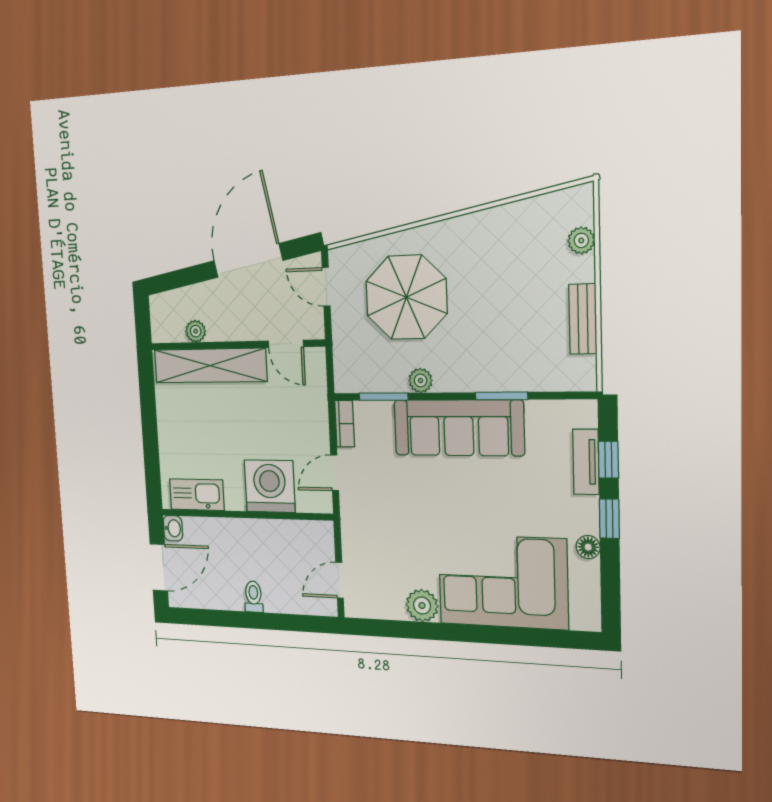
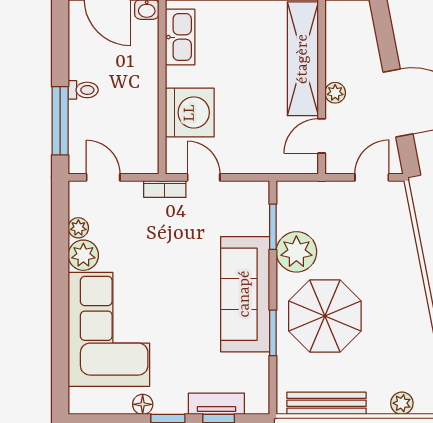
parasol: (406, 297) -> (325, 316), moved
bench: (583, 319) -> (326, 403), width x1.36
plant: (196, 331) -> (335, 93), moved
plant: (421, 380) -> (296, 252), width x1.88, depth x1.88
bookcase: (345, 424) -> (165, 189), moved
plant: (393, 609) -> (78, 228), added
window: (285, 622) -> (60, 121), added

